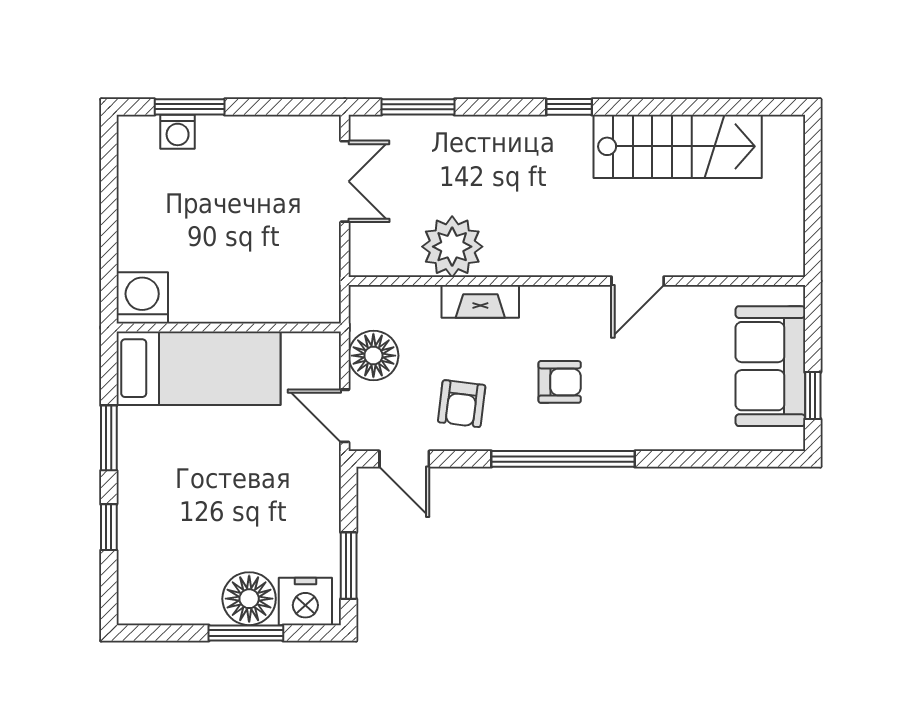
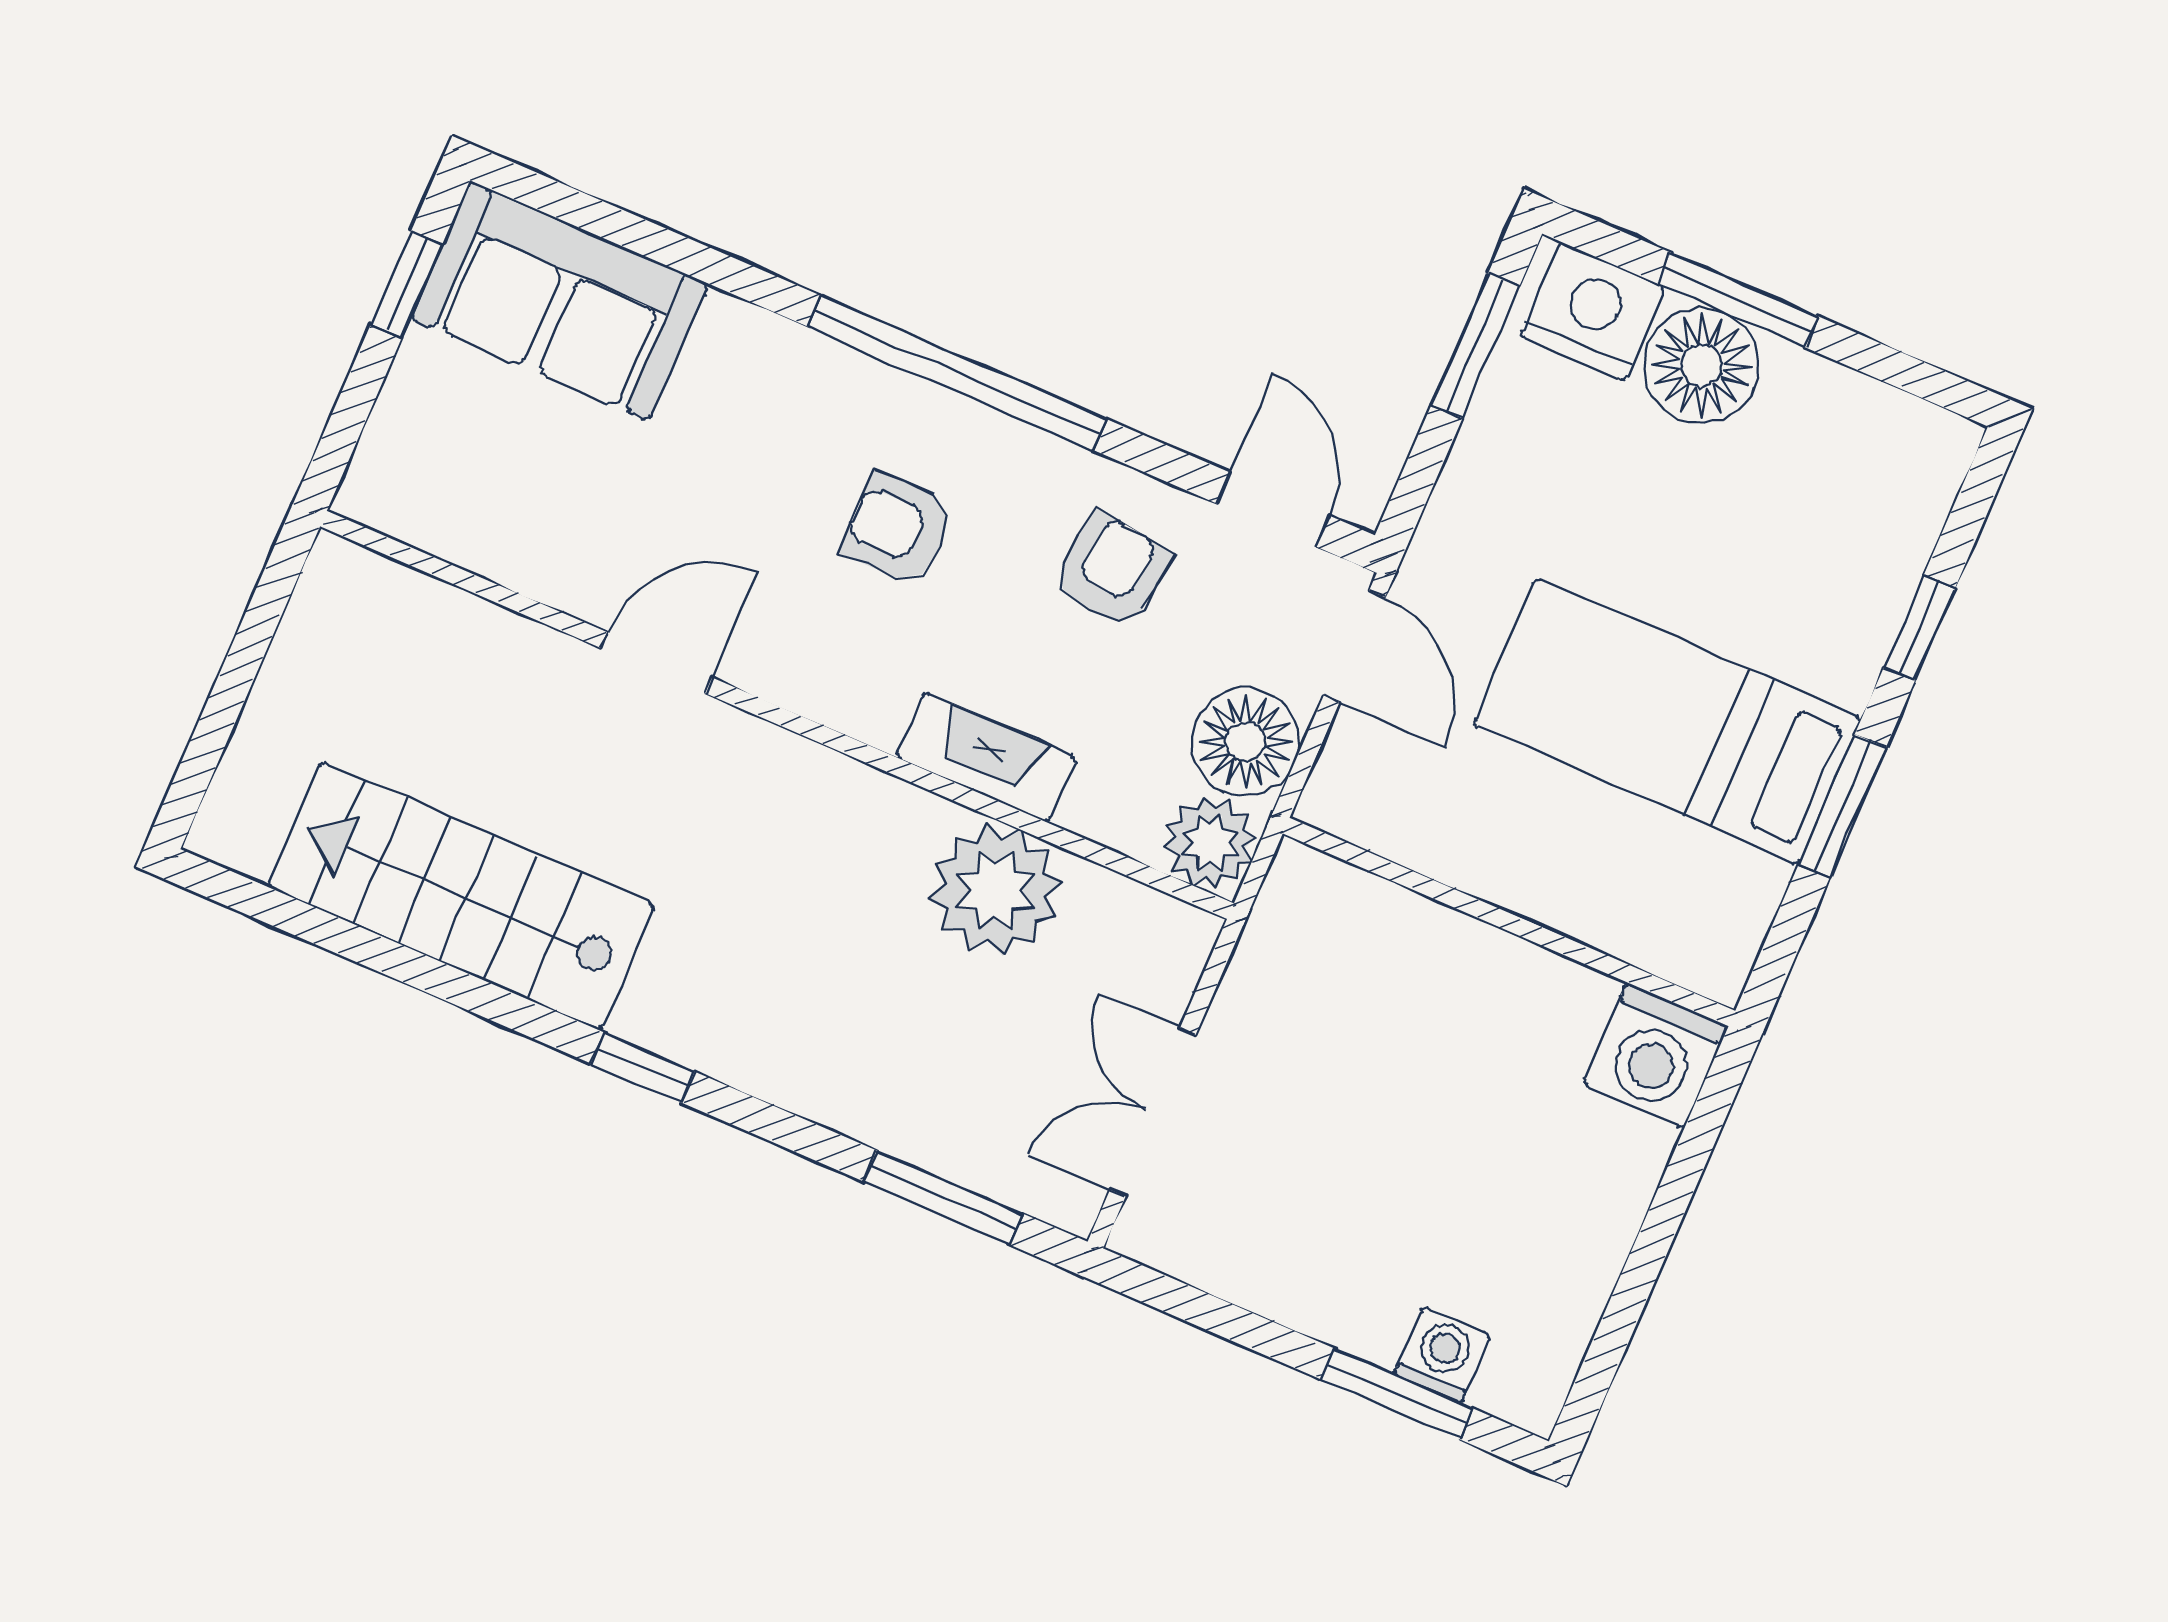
plant: (370, 306) -> (1210, 843), added
sofa: (770, 366) -> (559, 301), moved, turned 90
bed: (198, 368) -> (1667, 721), moved

